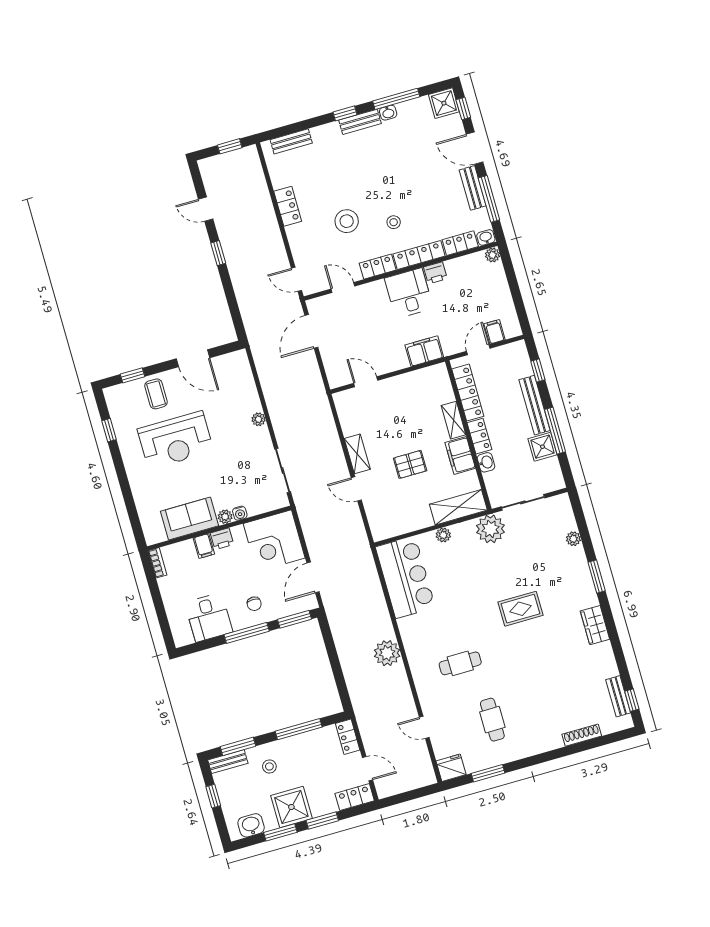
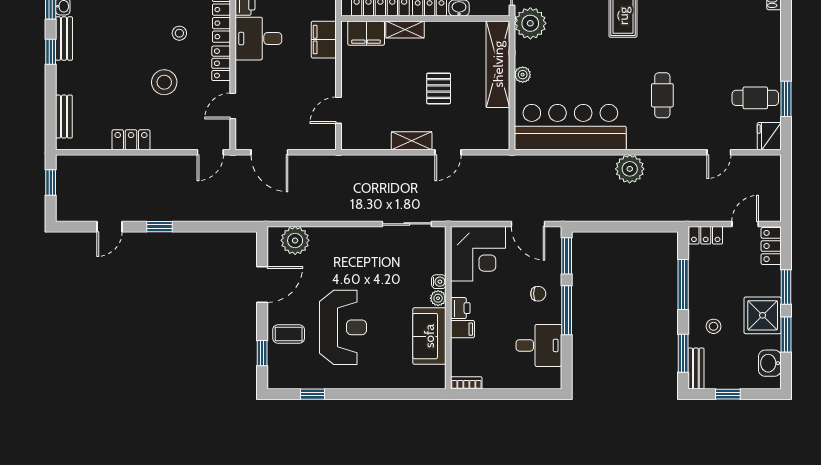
plant: (259, 419) -> (295, 240), moved, width x1.88, depth x1.88
filing cabinet: (460, 455) -> (366, 33), moved
shelving: (458, 507) -> (498, 64), width x1.47
bar counter: (405, 577) -> (570, 127), width x1.36
cafe table: (492, 720) -> (755, 98), moved

